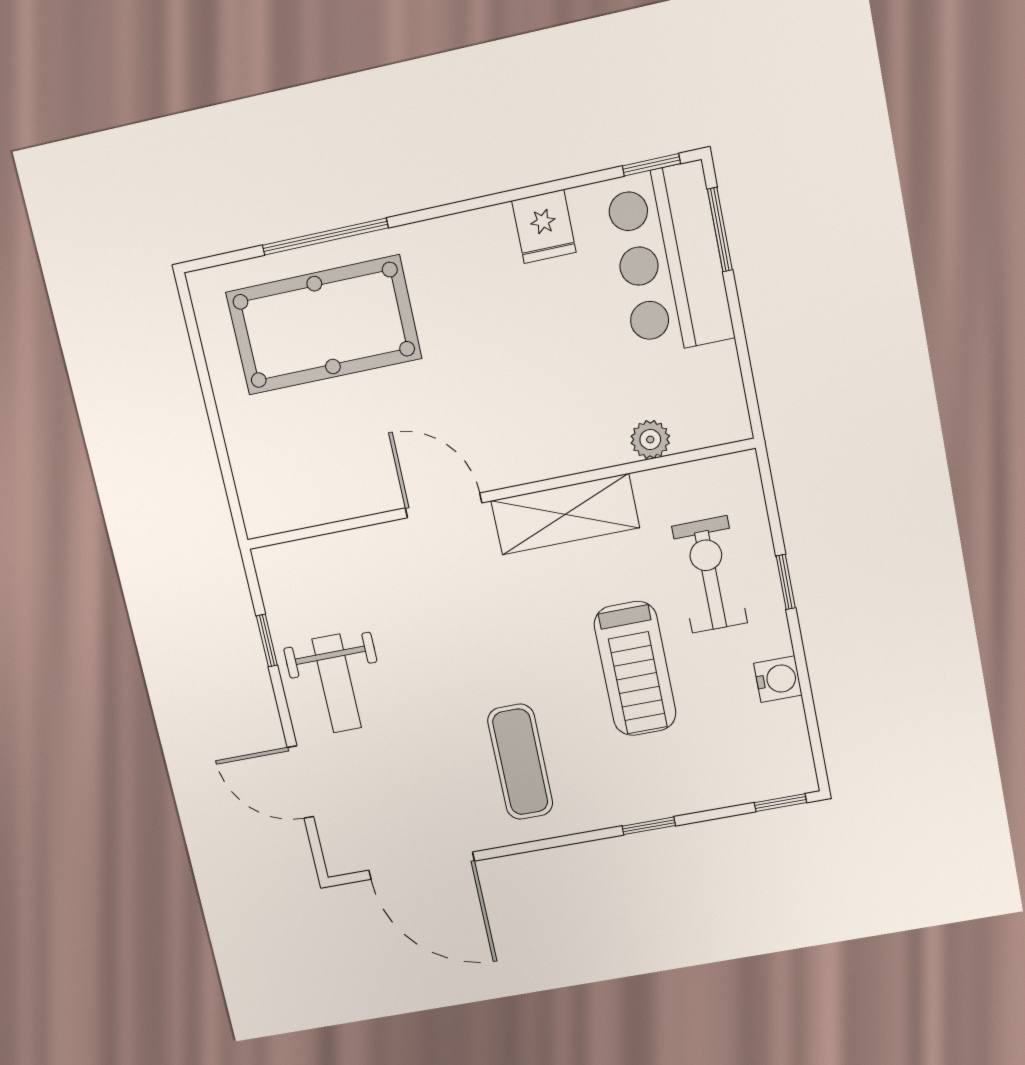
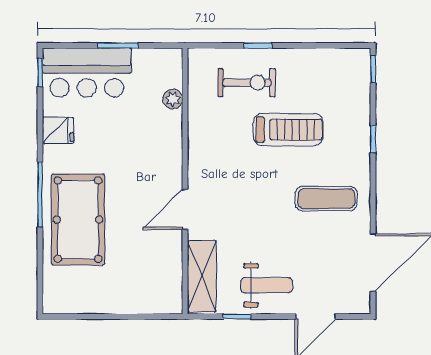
window: (720, 230) -> (118, 45), moved
window: (325, 237) -> (40, 194), moved
pool table: (324, 325) -> (78, 220), moved
shelving: (565, 514) -> (202, 276), moved
exercise bike: (710, 575) -> (247, 83), turned 180
water cooler: (778, 679) -> (307, 58), removed

